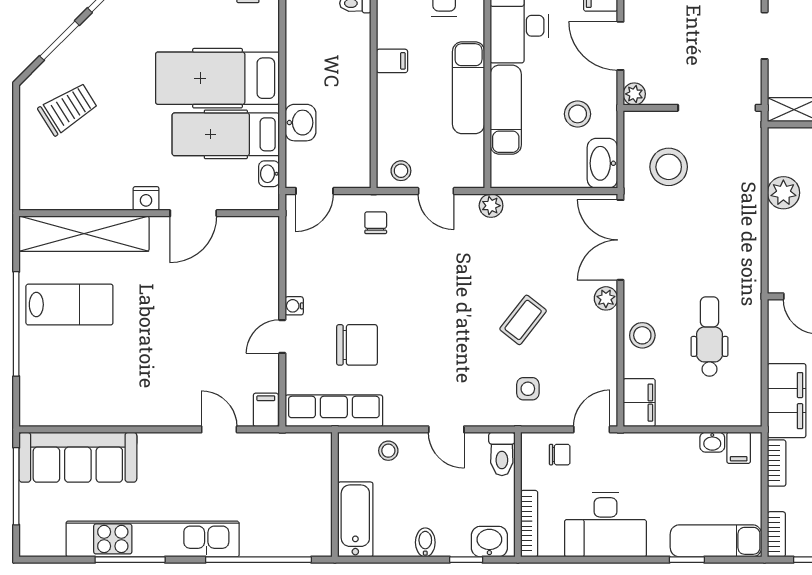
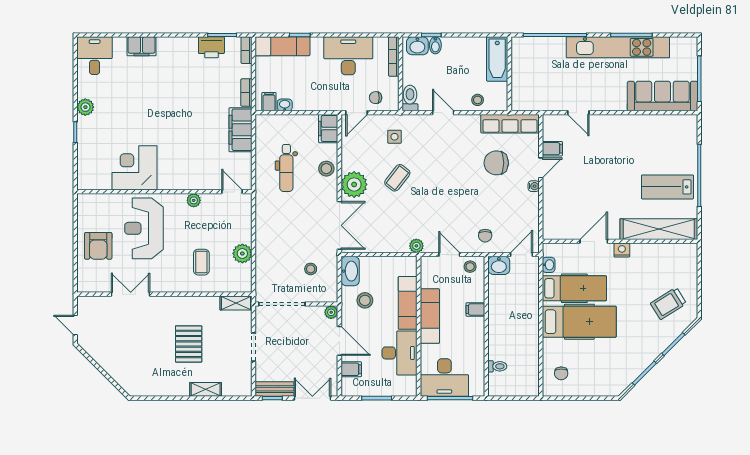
filing cabinet: (392, 61) -> (475, 309), moved
washbasin: (300, 123) -> (499, 265), moved, turned -90
stool: (669, 167) -> (311, 269), width x0.53, depth x0.53
plant: (606, 298) -> (354, 184), width x1.87, depth x1.87
filing cabinet: (266, 410) -> (552, 149), moved, turned -90
bidet: (425, 542) -> (435, 45), moved

